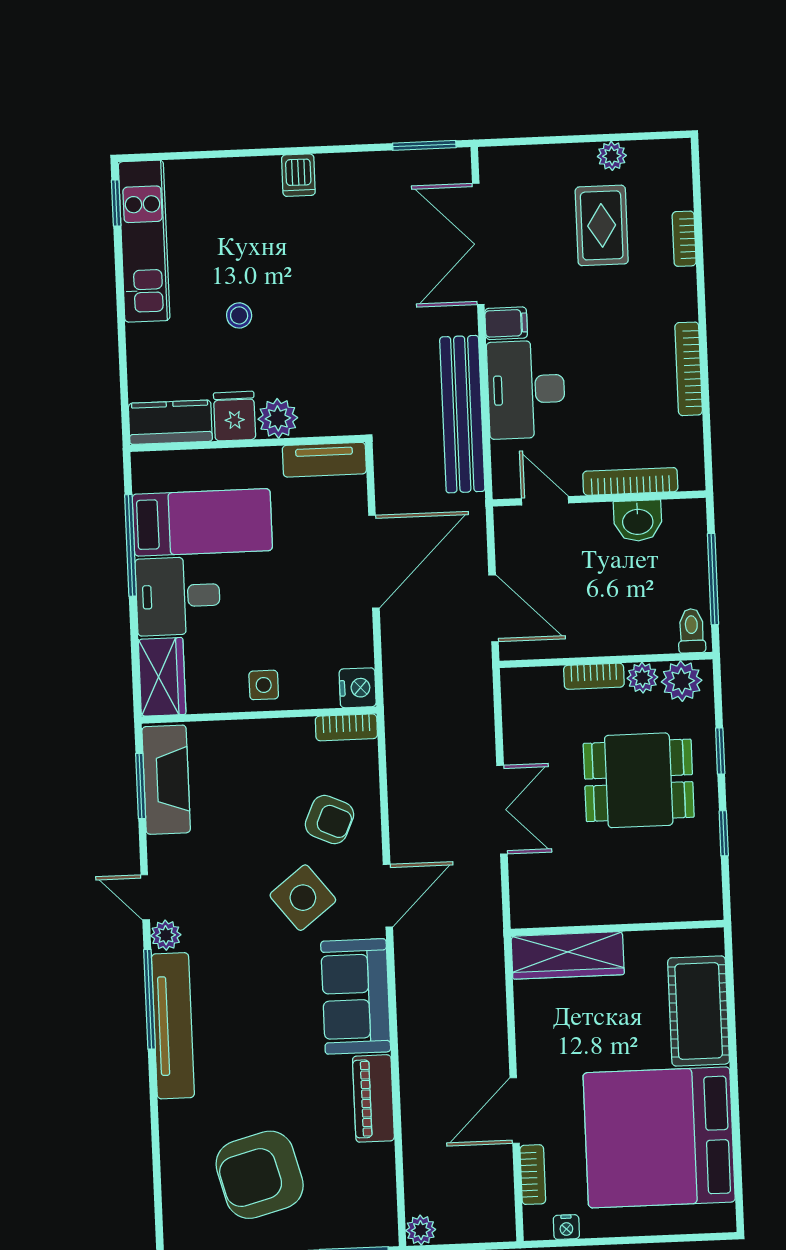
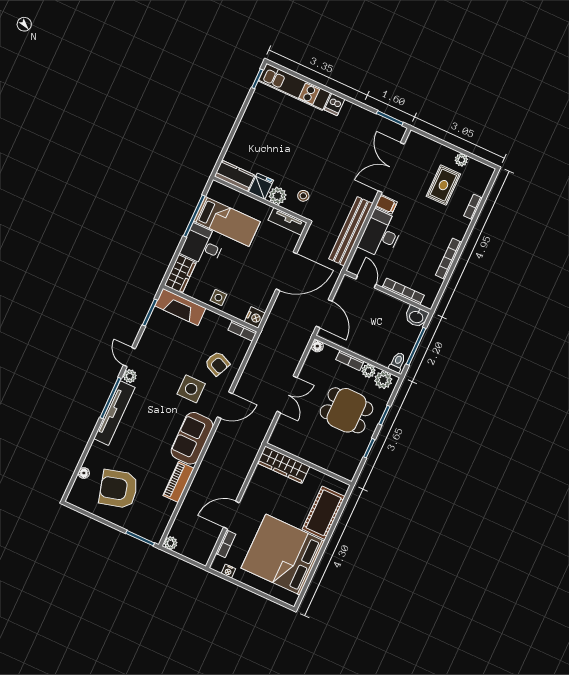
kitchen unit: (144, 241) -> (294, 87), moved, turned 90
stool: (239, 315) -> (303, 196), moved
washbasin: (638, 521) -> (416, 317), moved
floor lamp: (514, 681) -> (317, 346), added
fireplace: (166, 780) -> (180, 307), moved, turned 90
side table: (303, 898) -> (191, 389), turned 38
floor lamp: (173, 1178) -> (84, 473), added

